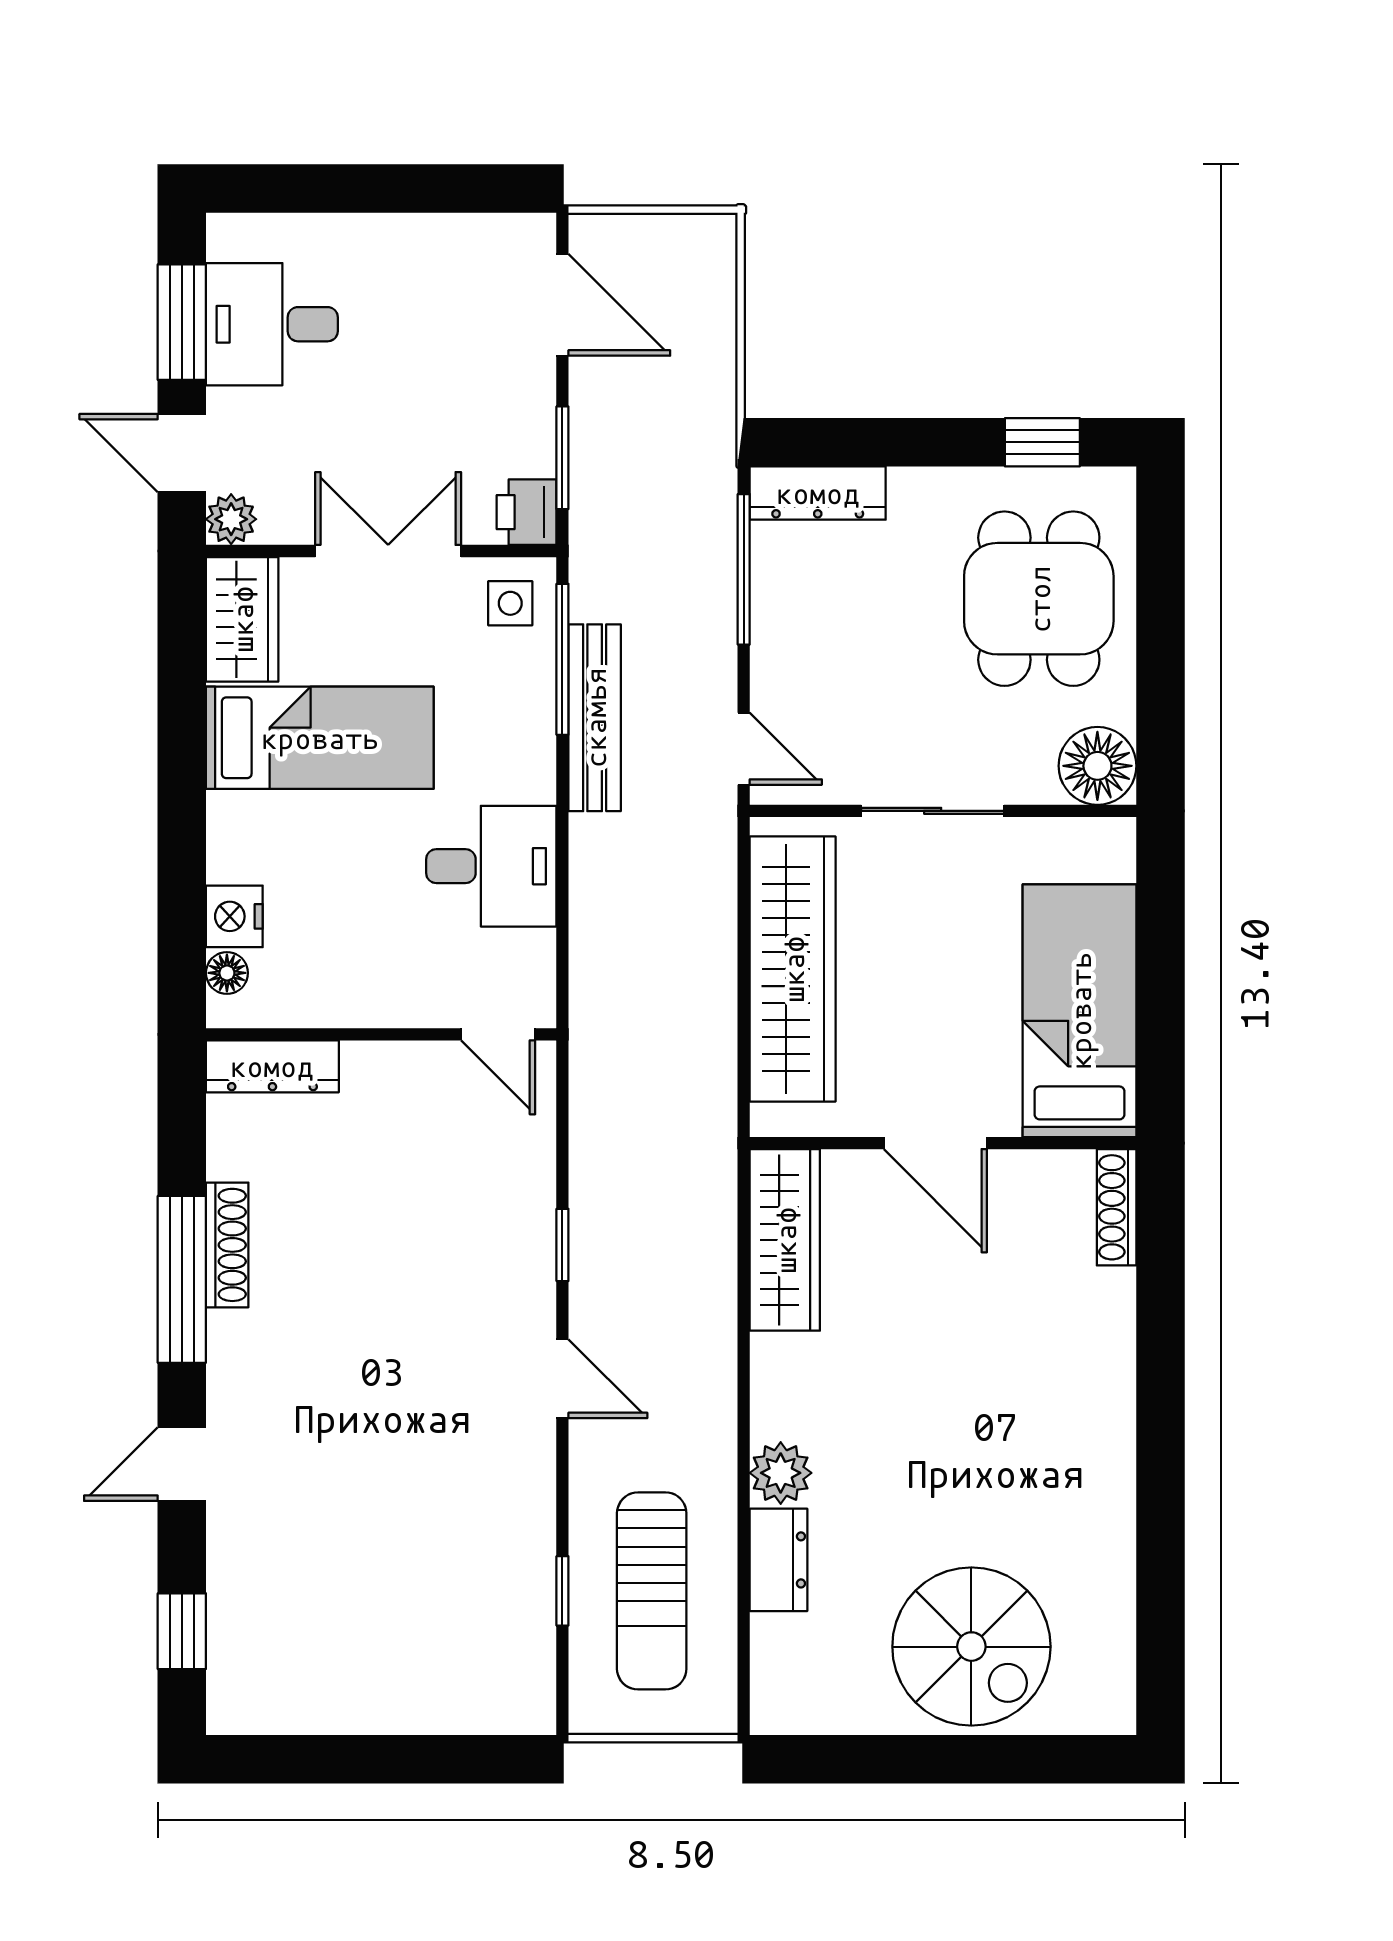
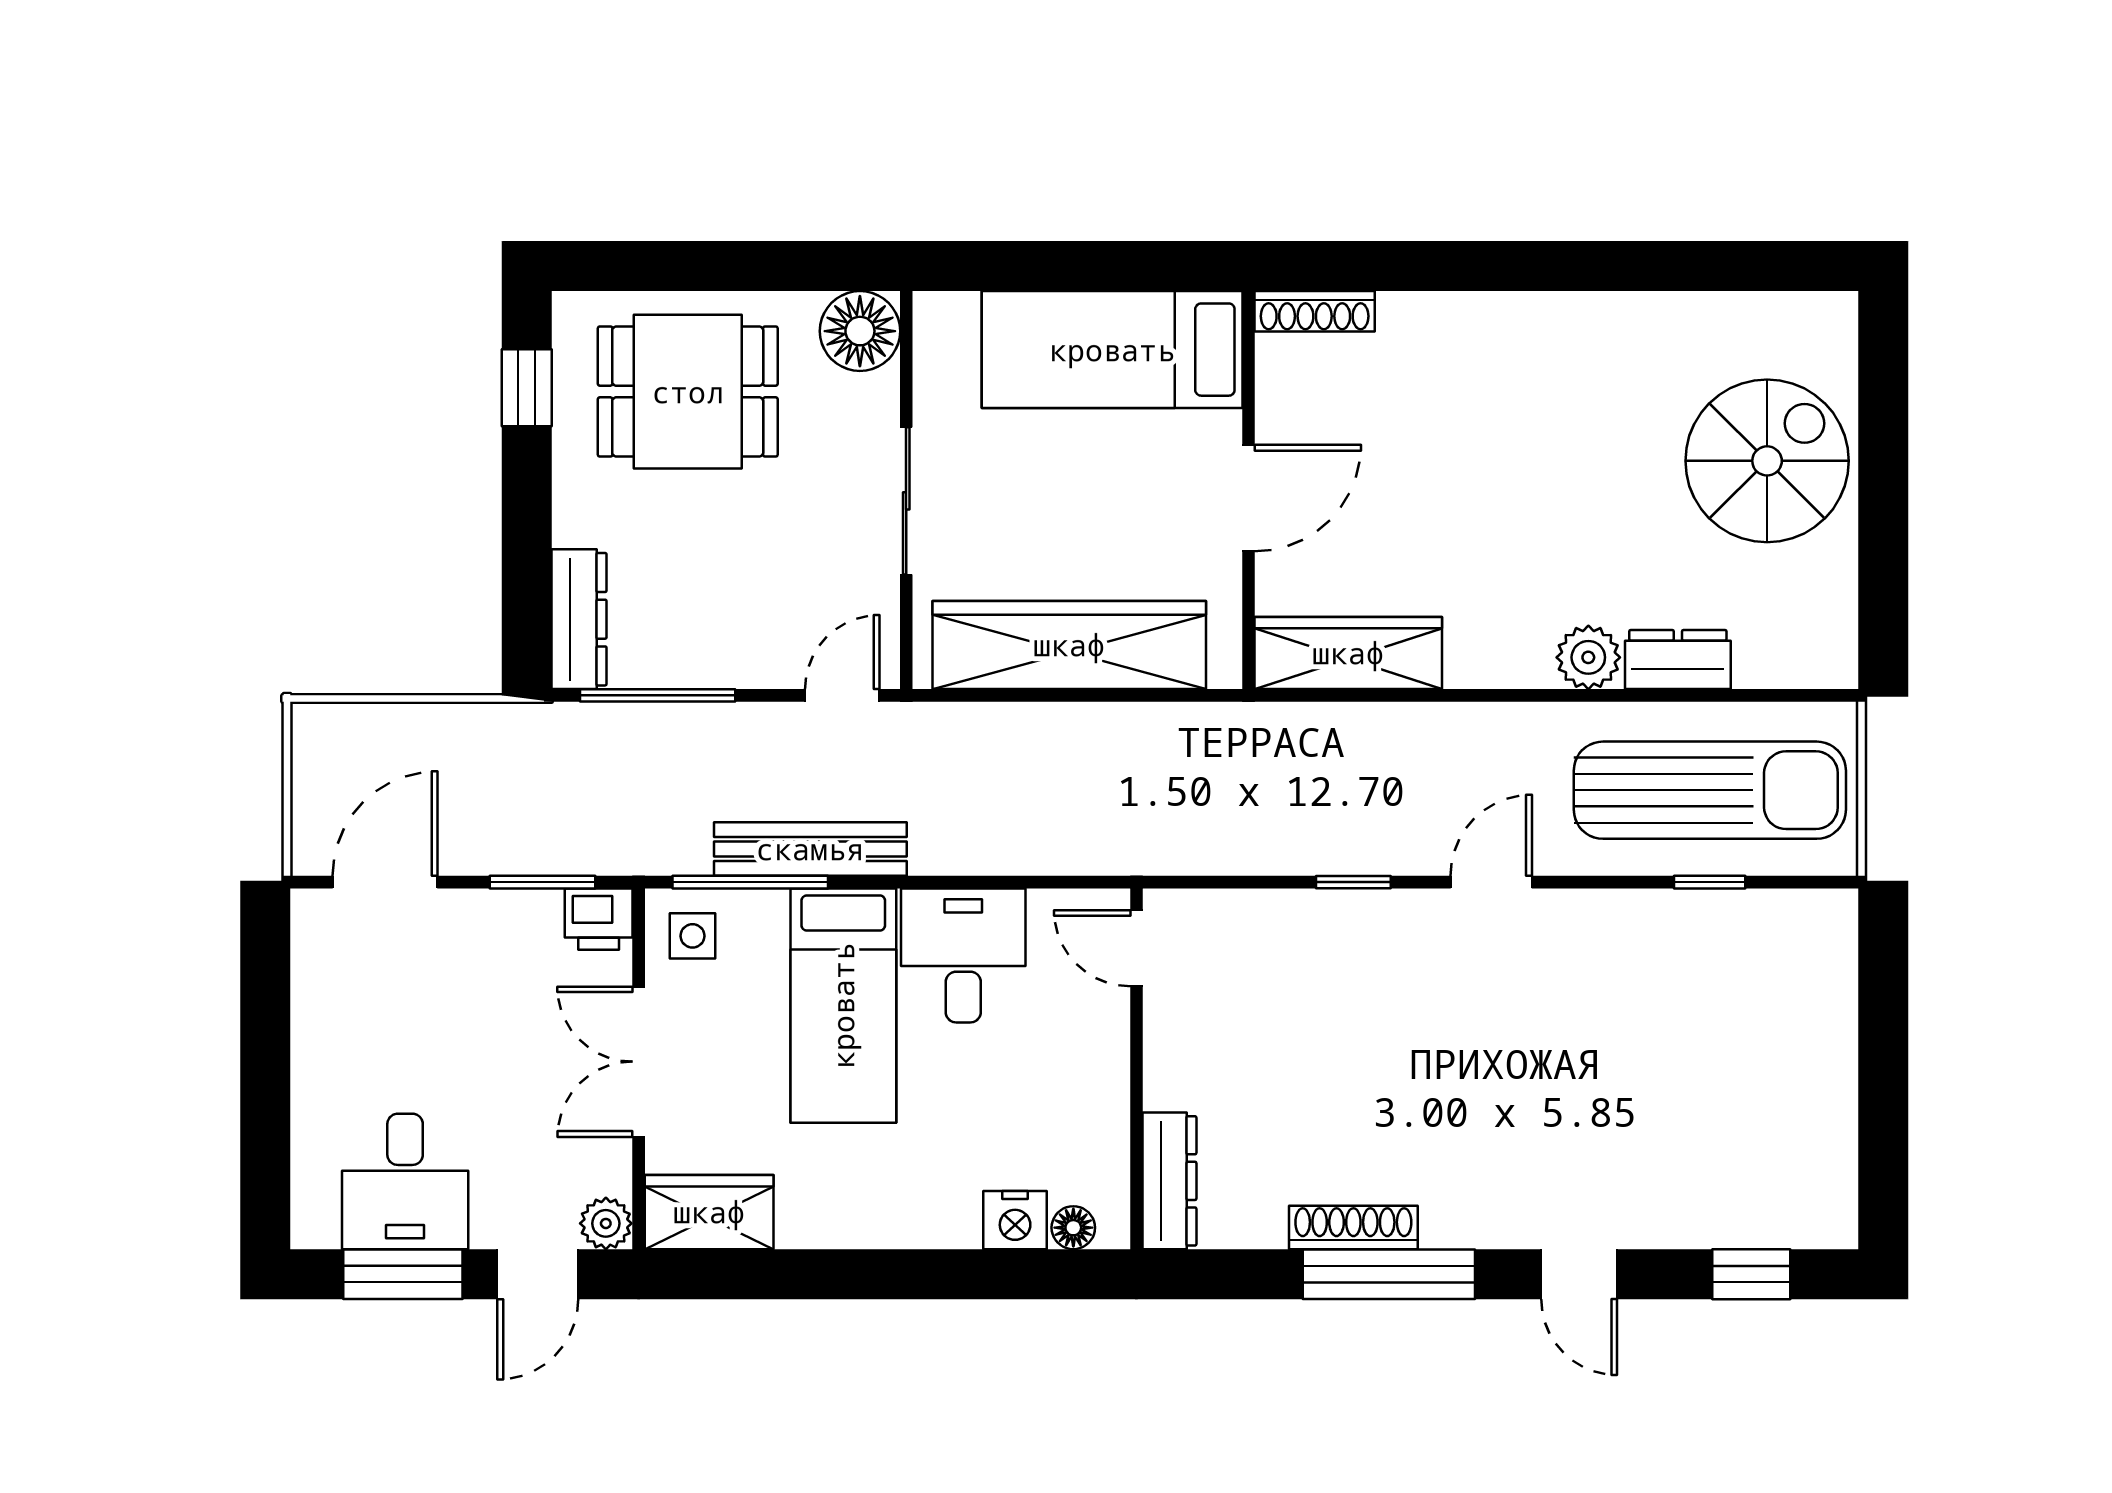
bed: (320, 738) -> (843, 1006), moved, turned 180
door: (498, 1034) -> (1136, 948), swing flipped
sun lounger: (652, 1591) -> (1710, 790), width x1.36, depth x1.34

